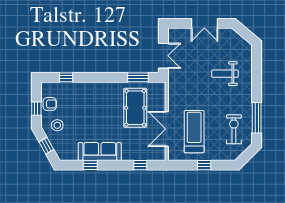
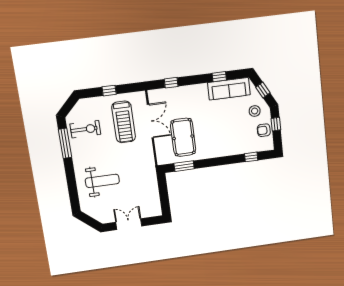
double door: (163, 56) -> (163, 189), removed
weight bench: (225, 74) -> (102, 181), width x1.36, depth x1.33
exercise bike: (234, 129) -> (85, 129), turned -90
sofa: (100, 152) -> (229, 89), moved

